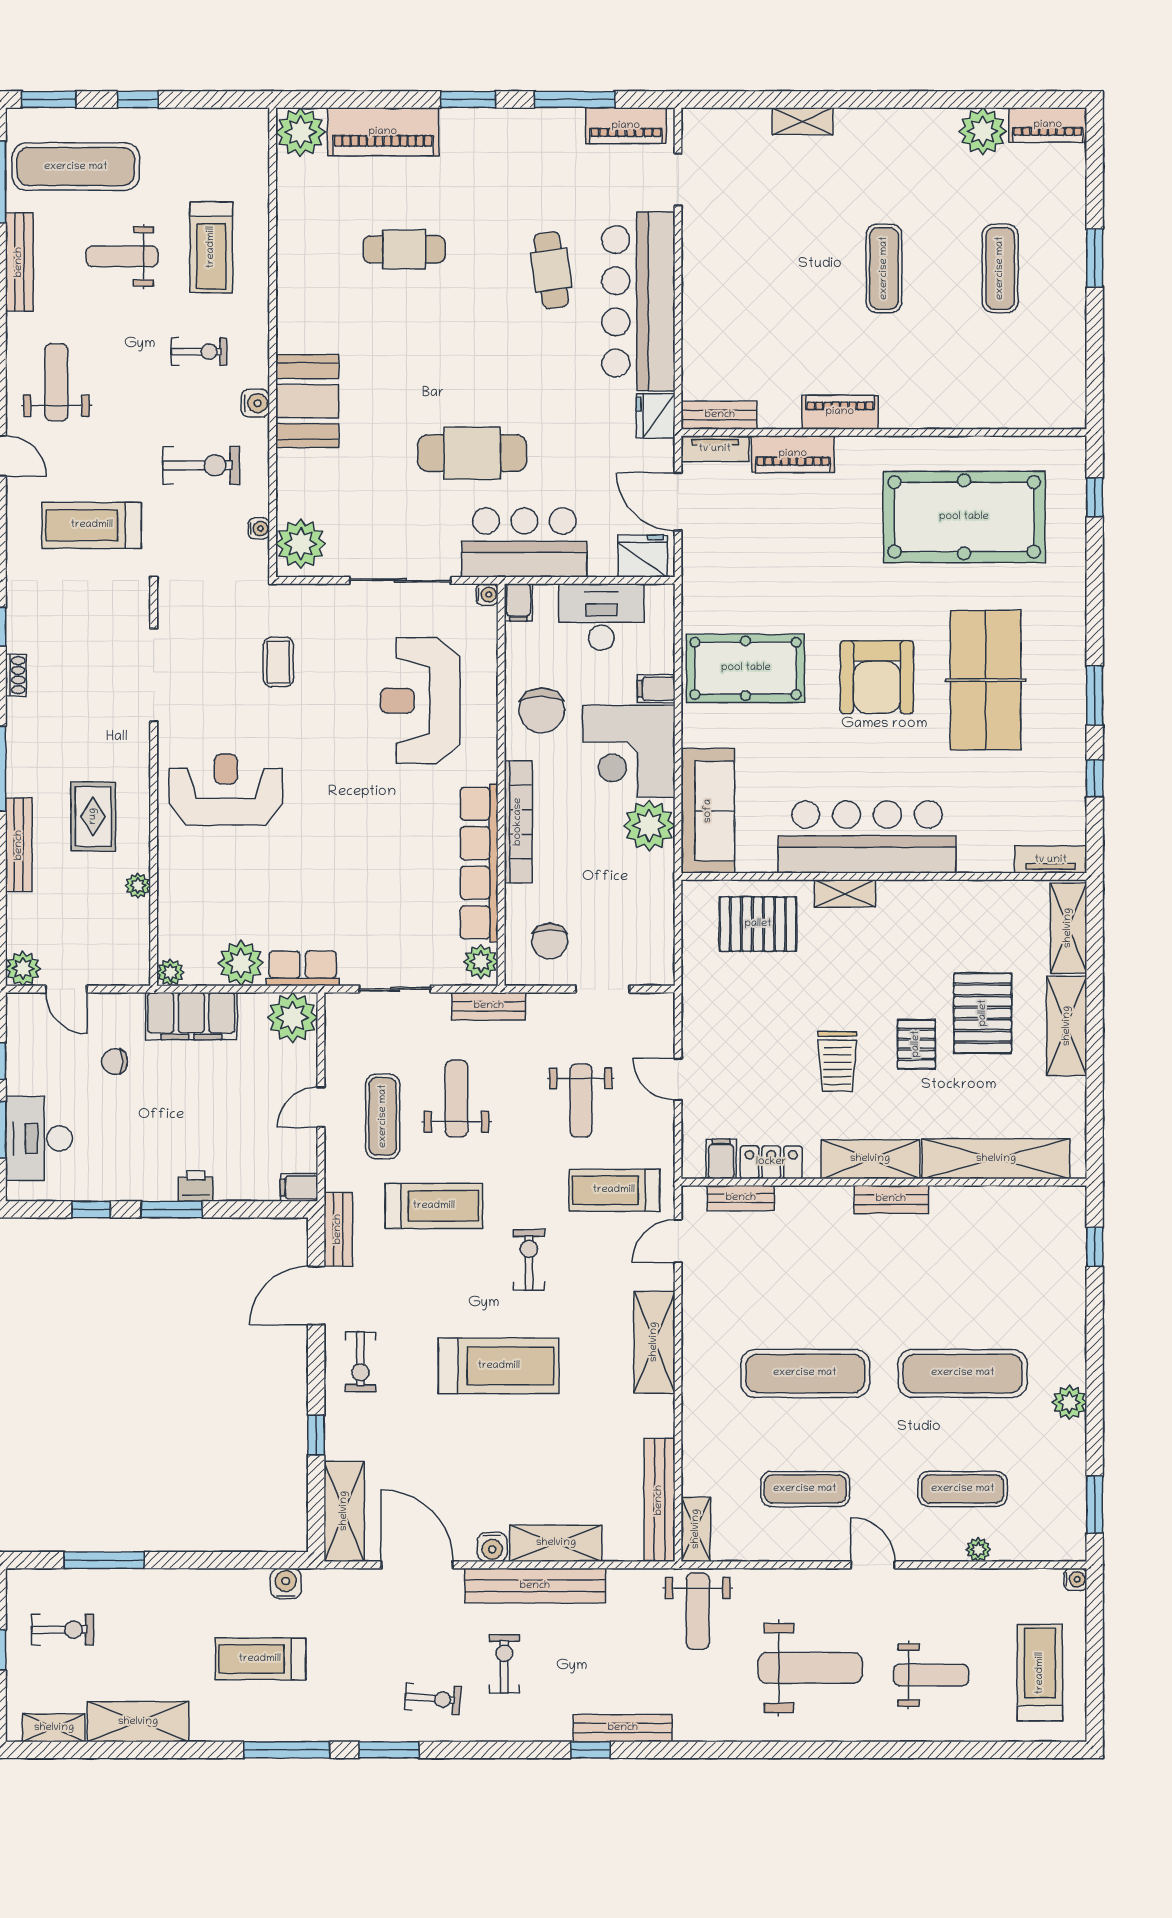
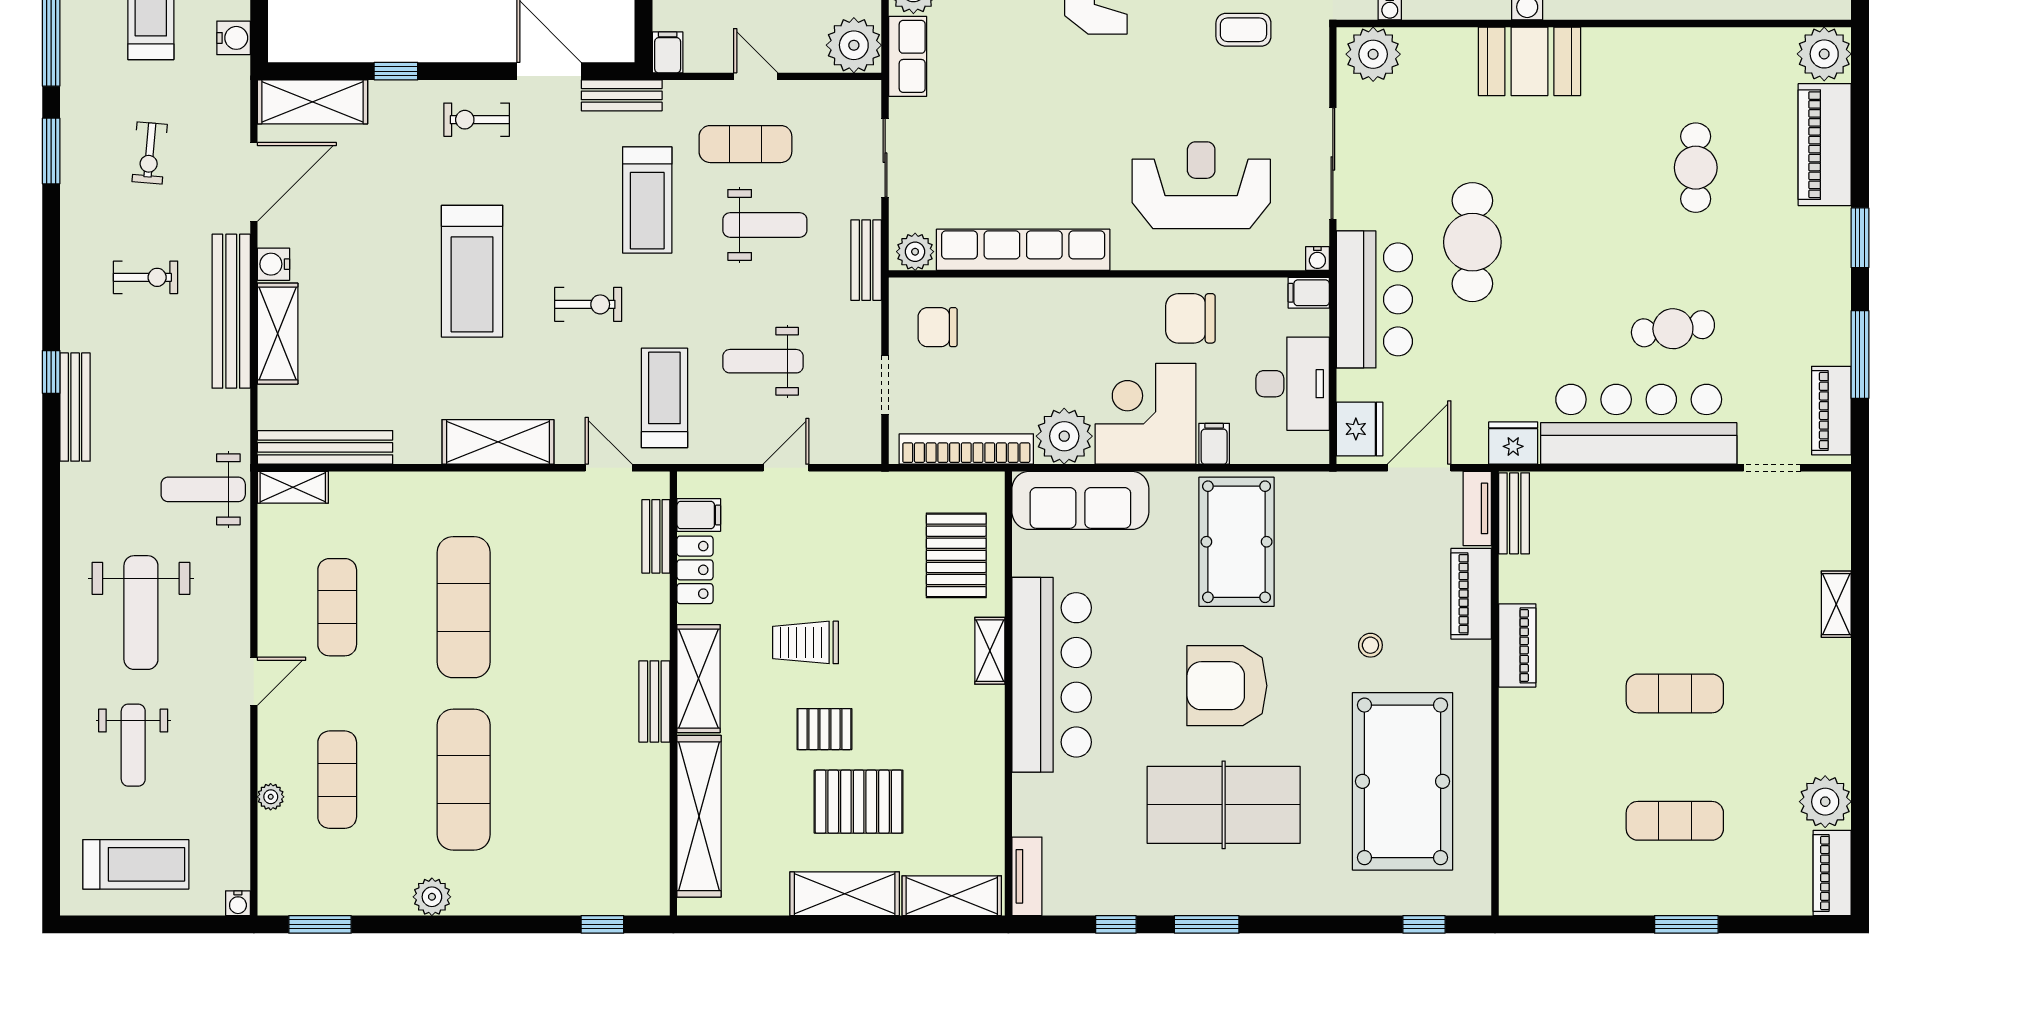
stool: (840, 546) -> (1370, 645), added
bookcase: (518, 822) -> (966, 449), moved, turned 180
exercise bike: (433, 1699) -> (150, 153), moved

